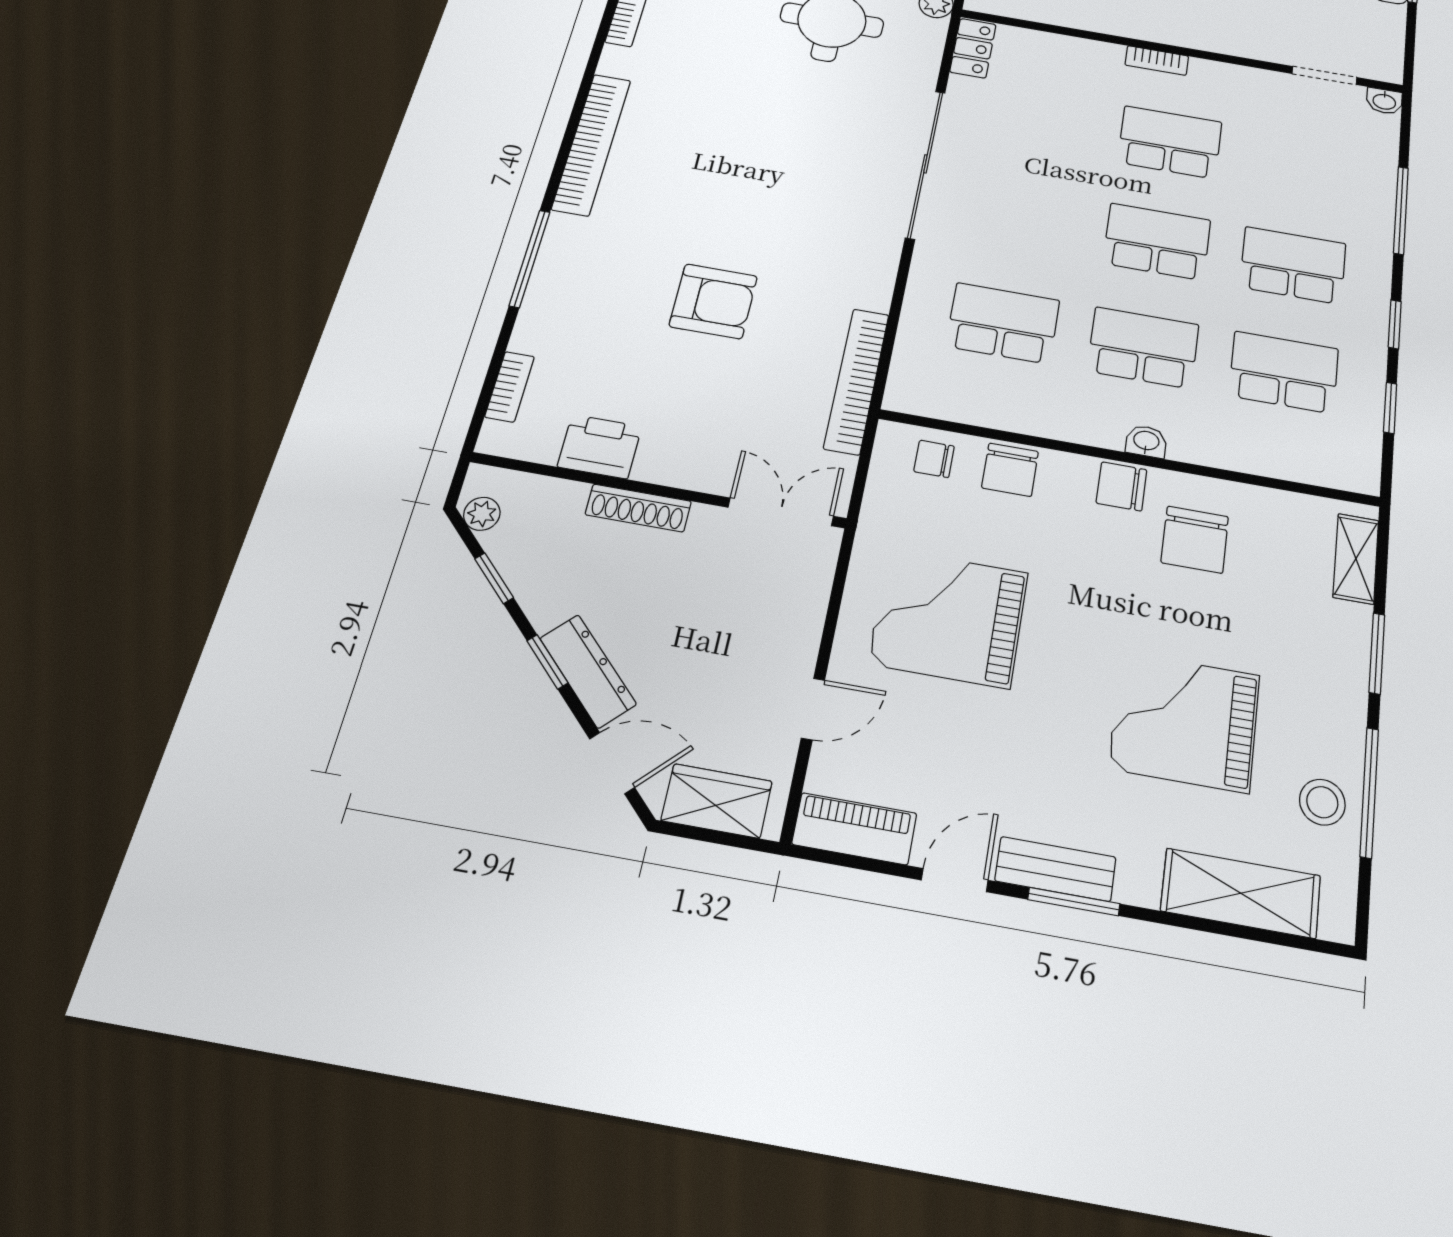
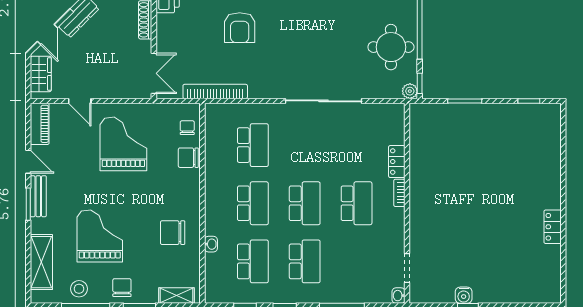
locker: (973, 48) -> (397, 162), moved, turned 90
washbasin: (1146, 441) -> (211, 244), moved
chair: (1122, 486) -> (122, 288), moved

